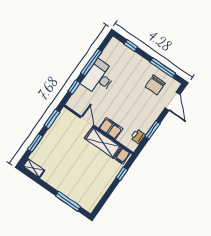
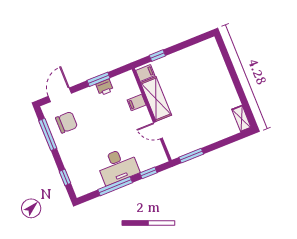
door: (87, 121) -> (158, 130), hinge flipped
filing cabinet: (111, 128) -> (137, 103), width x0.50
printer: (138, 136) -> (105, 87), moved
window: (35, 143) -> (224, 143), removed
window: (68, 201) -> (229, 63), removed

